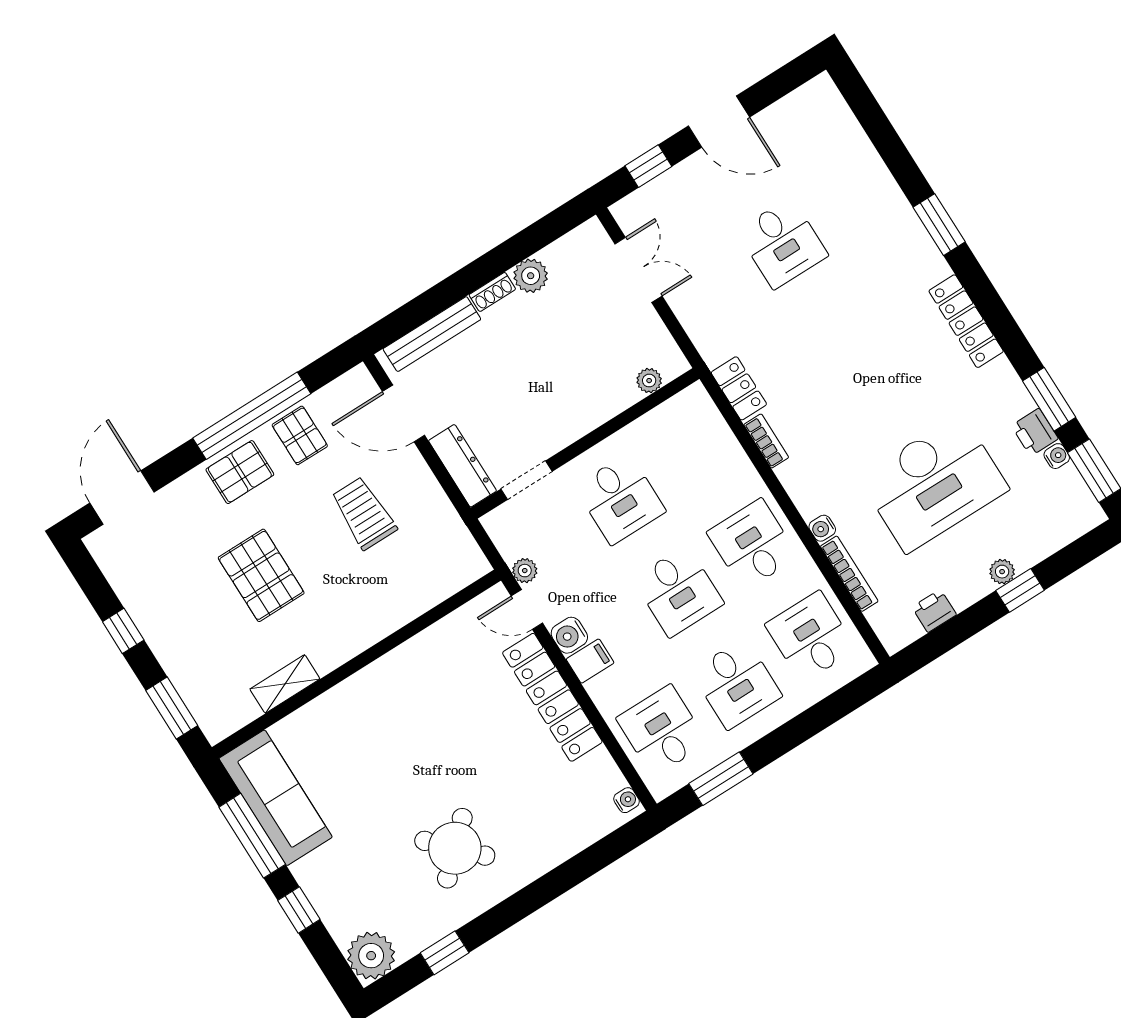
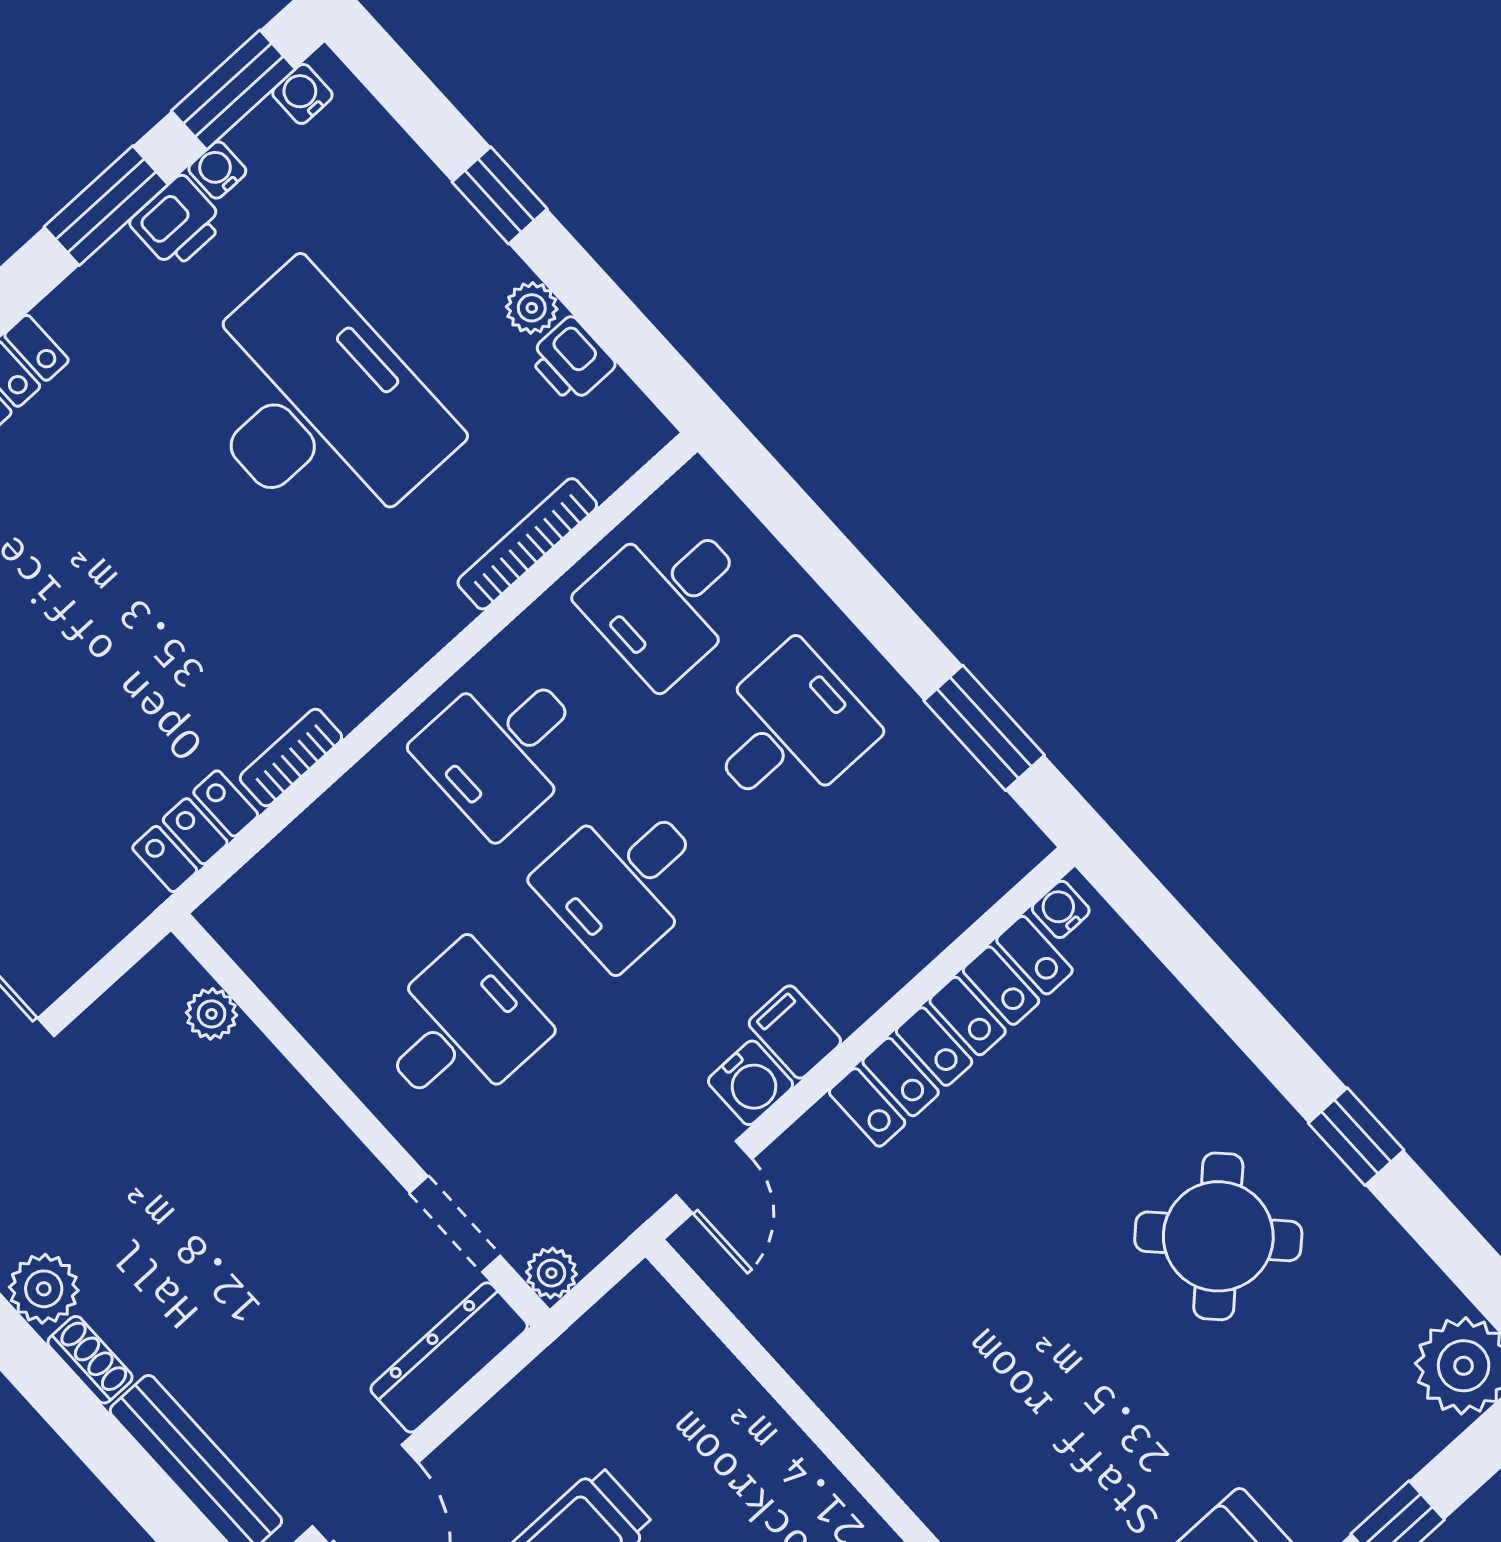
water cooler: (822, 528) -> (302, 94), moved, turned 180
plant: (525, 571) -> (551, 1273), moved
plant: (1002, 572) -> (532, 308), moved
desk: (678, 591) -> (624, 880), turned 180
locker: (552, 697) -> (951, 1031), moved
desk: (662, 731) -> (908, 863), removed
window: (445, 953) -> (1356, 1137), moved

